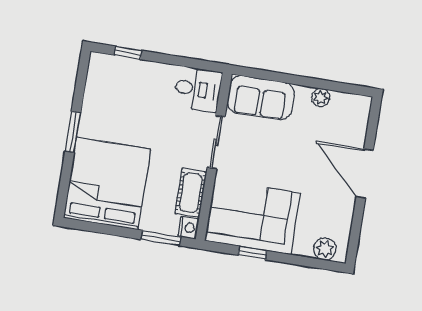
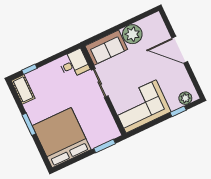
plant: (321, 97) -> (132, 34), width x1.88, depth x1.88
cot: (191, 193) -> (23, 89), moved
nightstand: (188, 228) -> (114, 132), removed
window: (252, 253) -> (178, 111), moved

